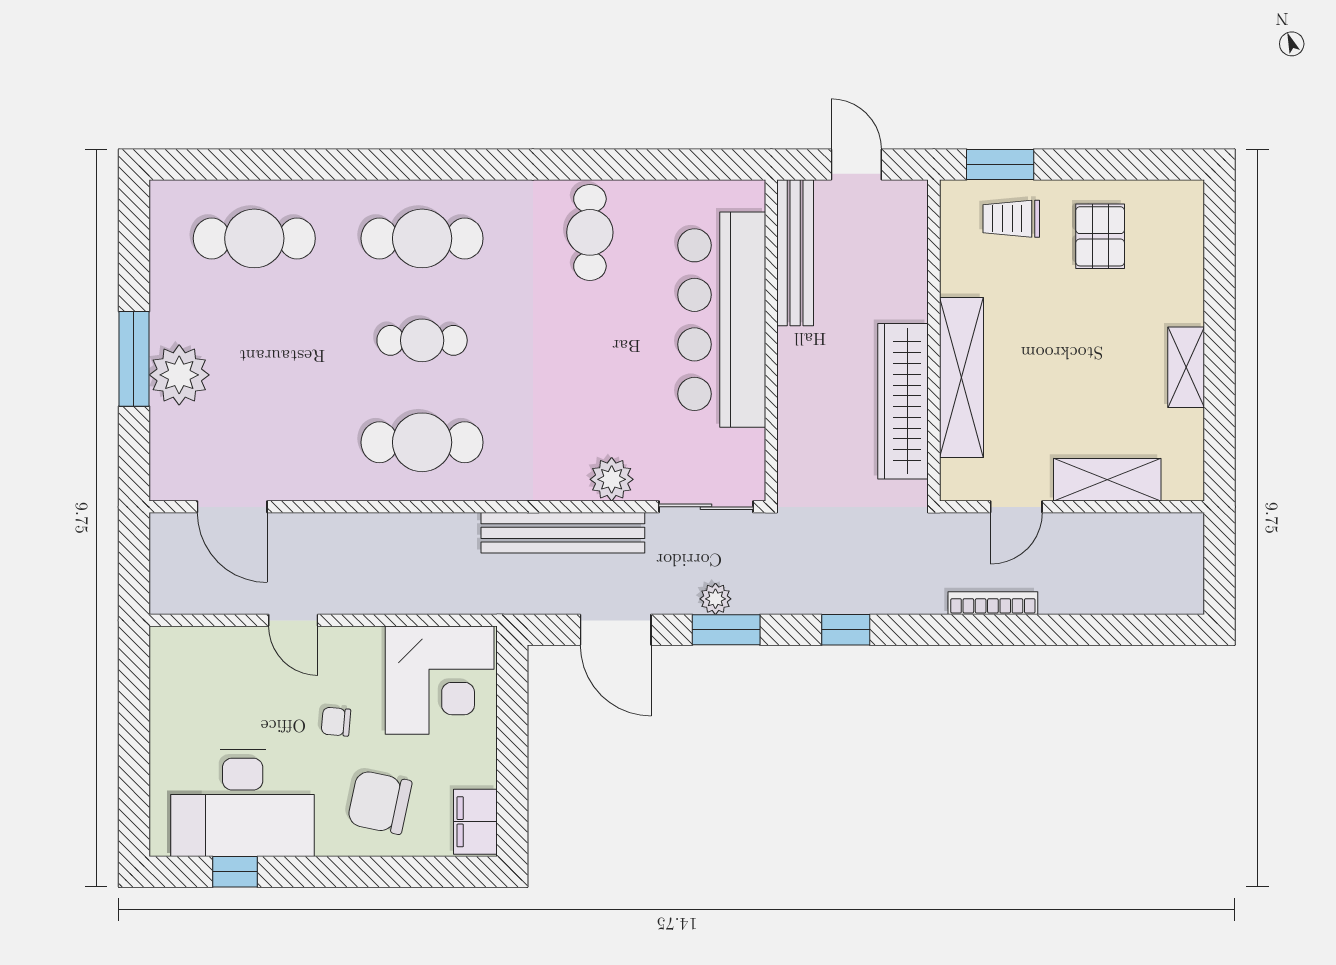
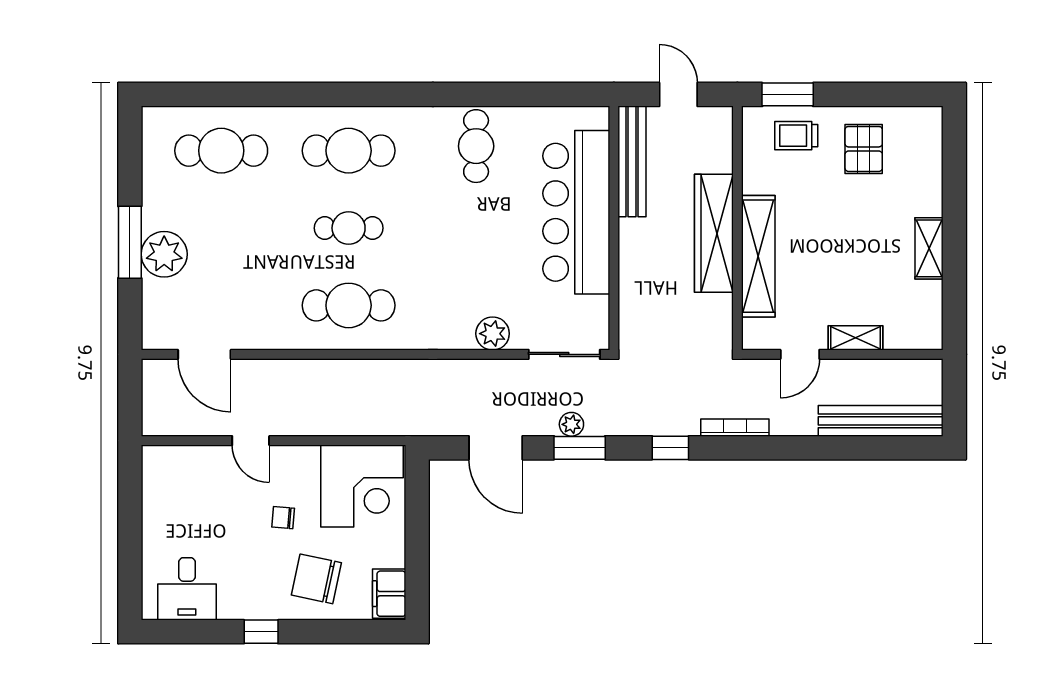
wardrobe: (903, 401) -> (714, 233), moved
shelving: (1107, 480) -> (856, 338), width x0.67, depth x0.75
bench: (563, 533) -> (881, 421), moved
bookcase: (993, 603) -> (735, 428), moved
desk: (243, 803) -> (187, 589), width x0.53, depth x0.77
window: (235, 872) -> (261, 632), moved

